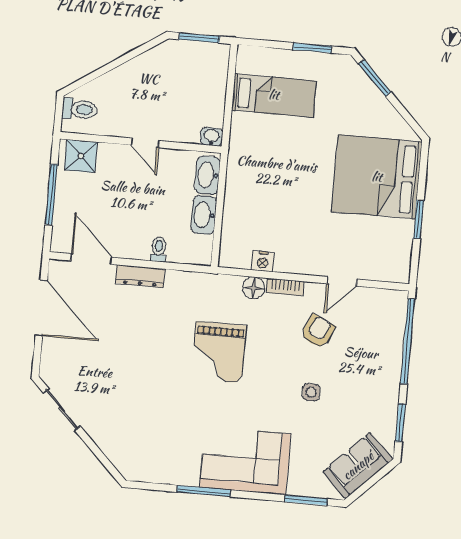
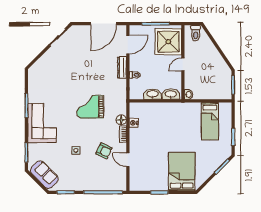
shower: (81, 156) -> (168, 42), width x1.86, depth x1.86
bed: (377, 177) -> (182, 172), width x0.73

